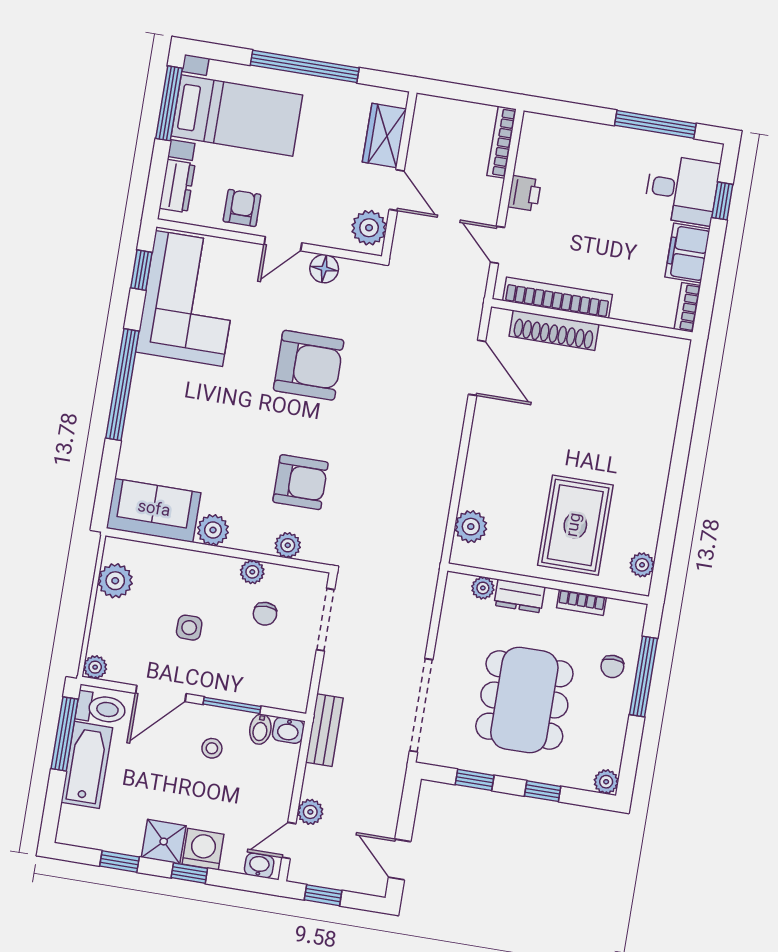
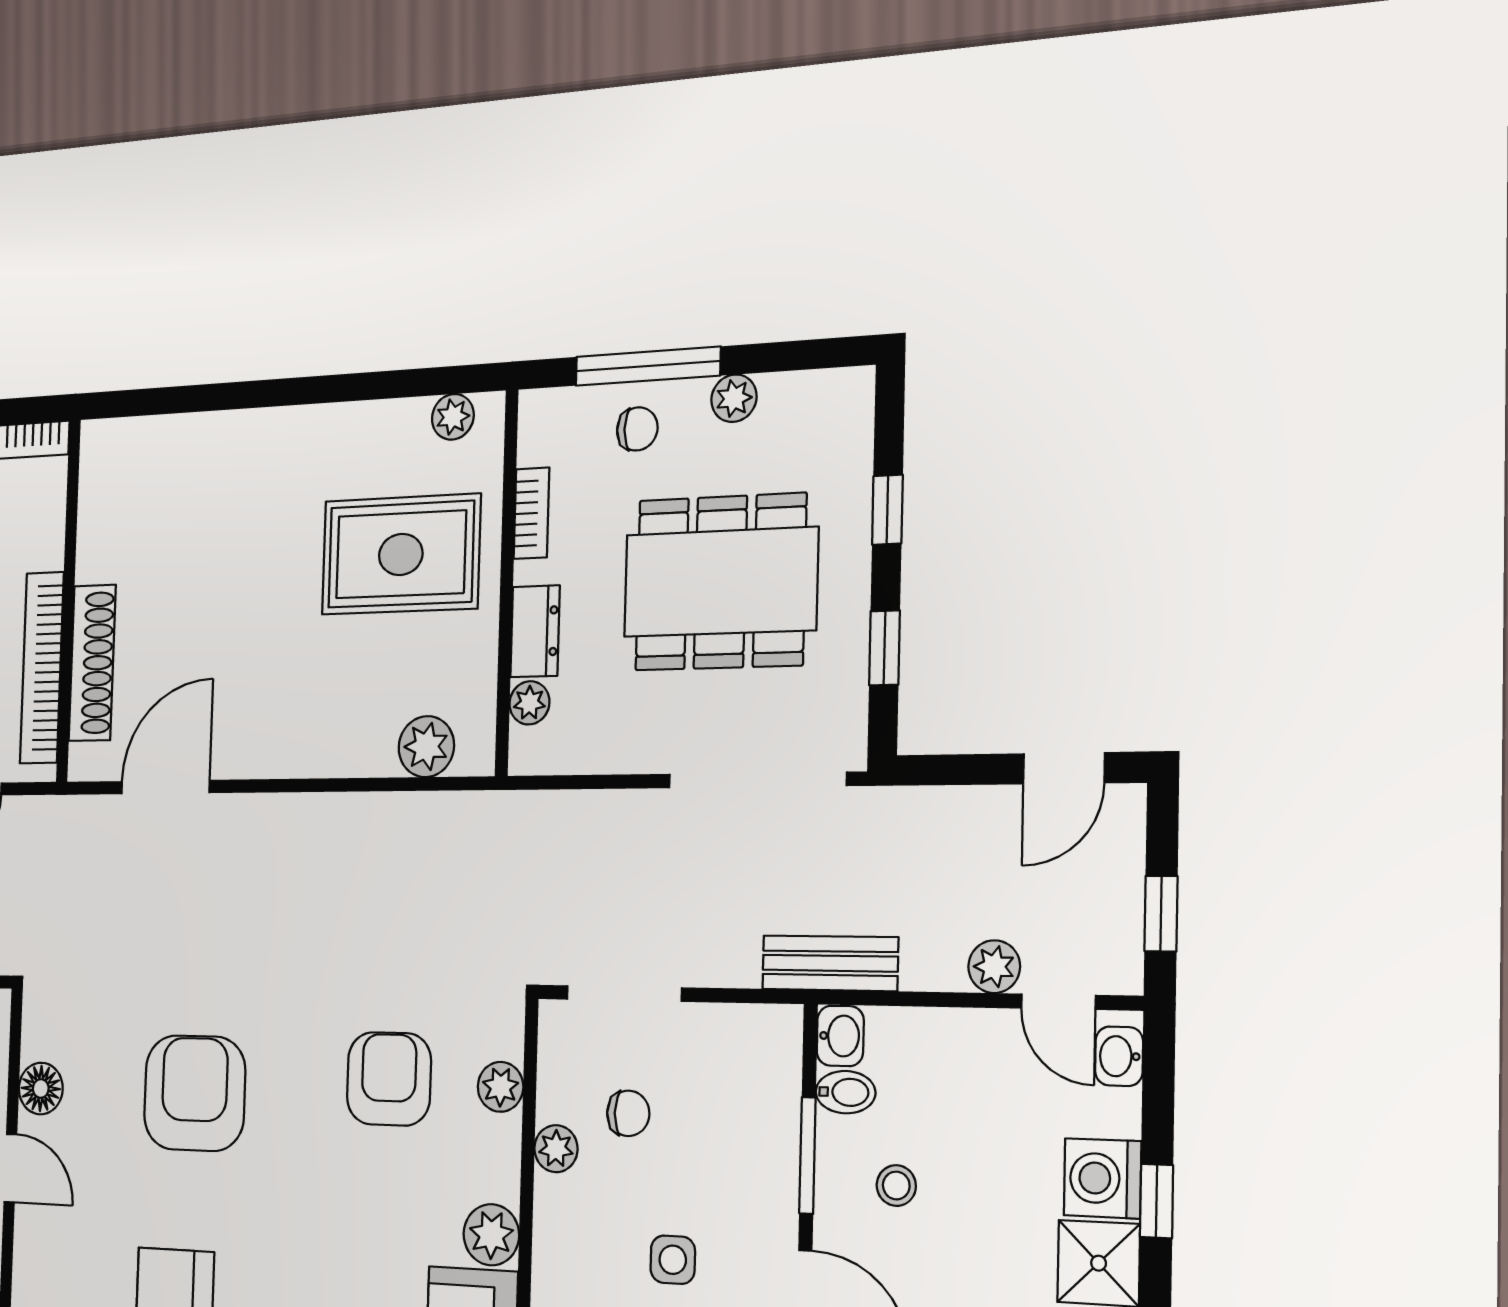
plant: (606, 782) -> (734, 398), moved

